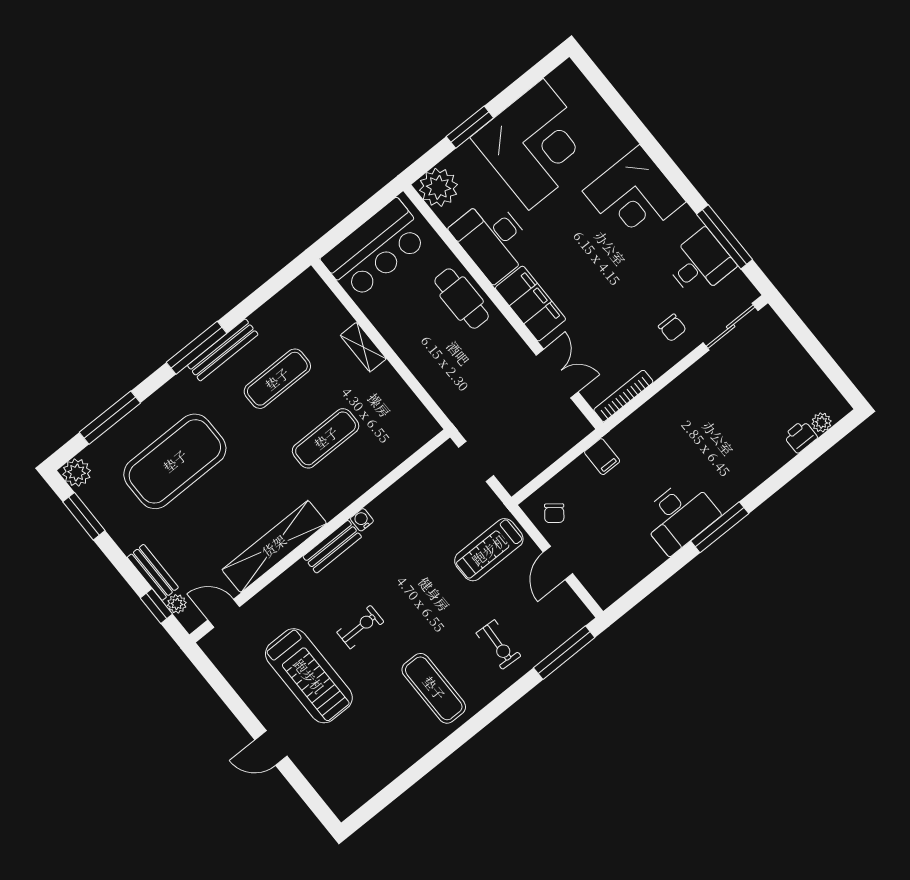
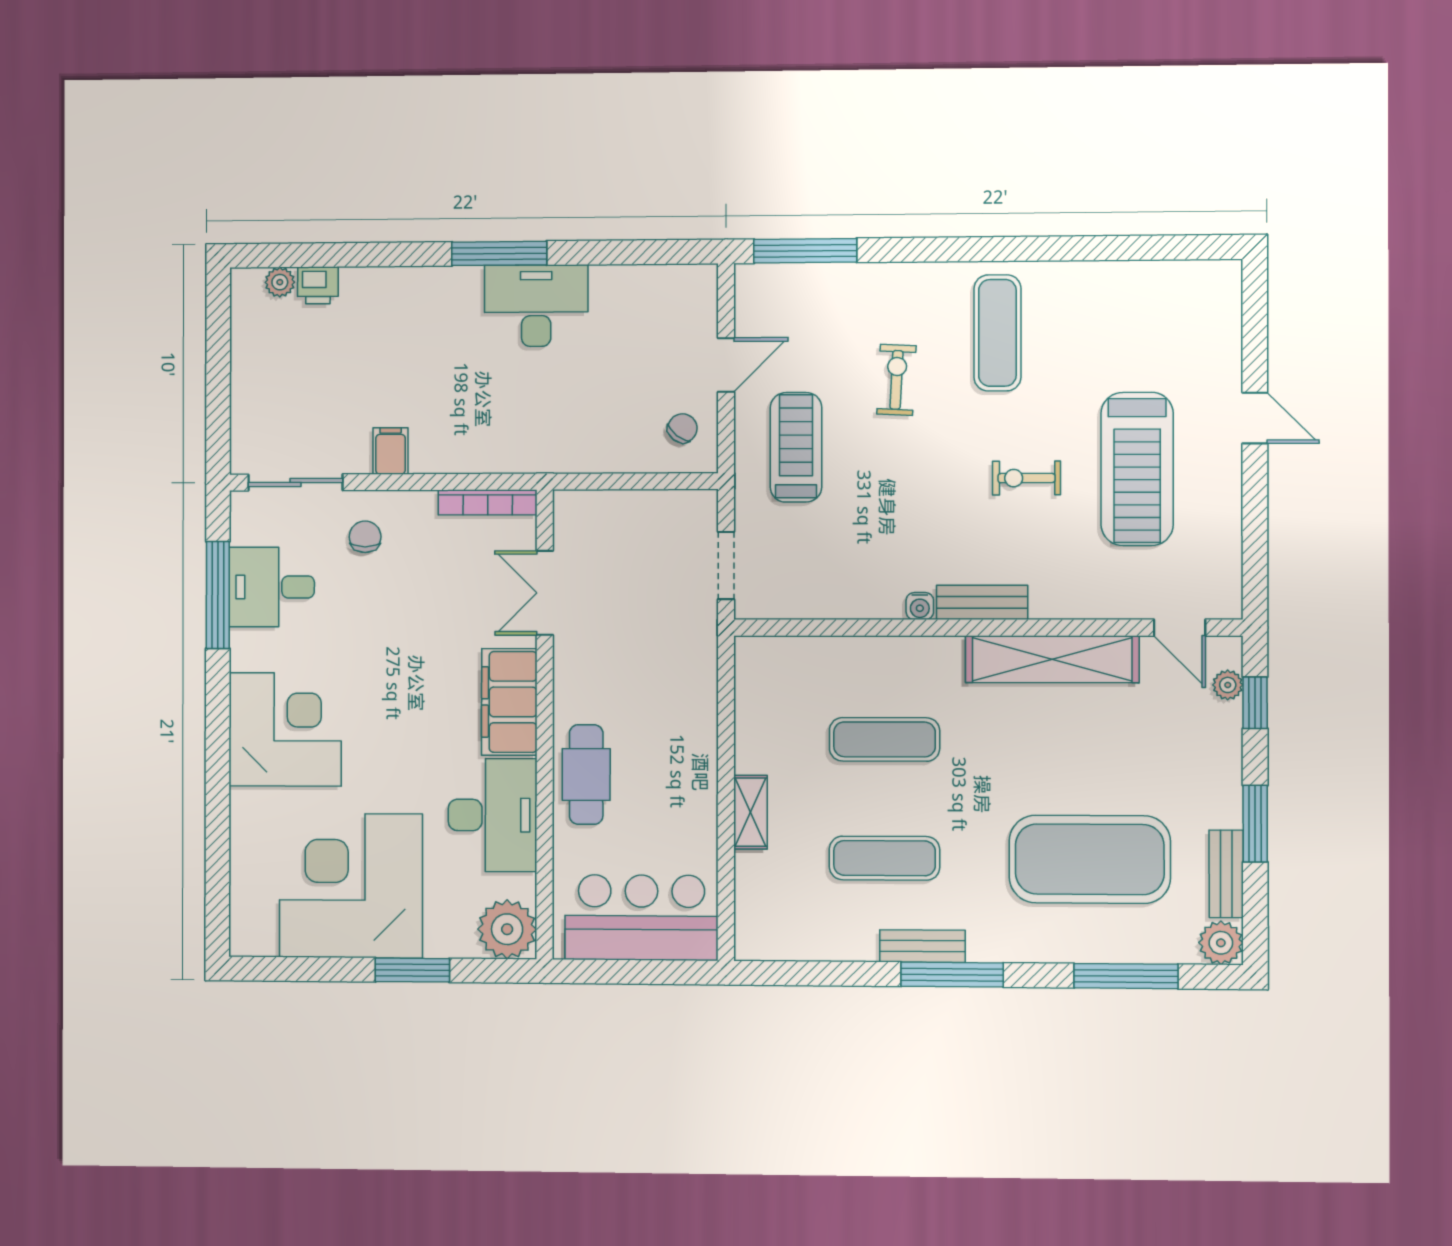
bench: (223, 350) -> (922, 946), width x0.73
filing cabinet: (602, 457) -> (391, 451), moved
window: (84, 516) -> (1255, 824), moved
treadmill: (489, 550) -> (796, 447), turned -90
bench: (153, 572) -> (1226, 874), moved
exercise bike: (498, 645) -> (896, 380), moved
treadmill: (309, 676) -> (1137, 469), turned 180

